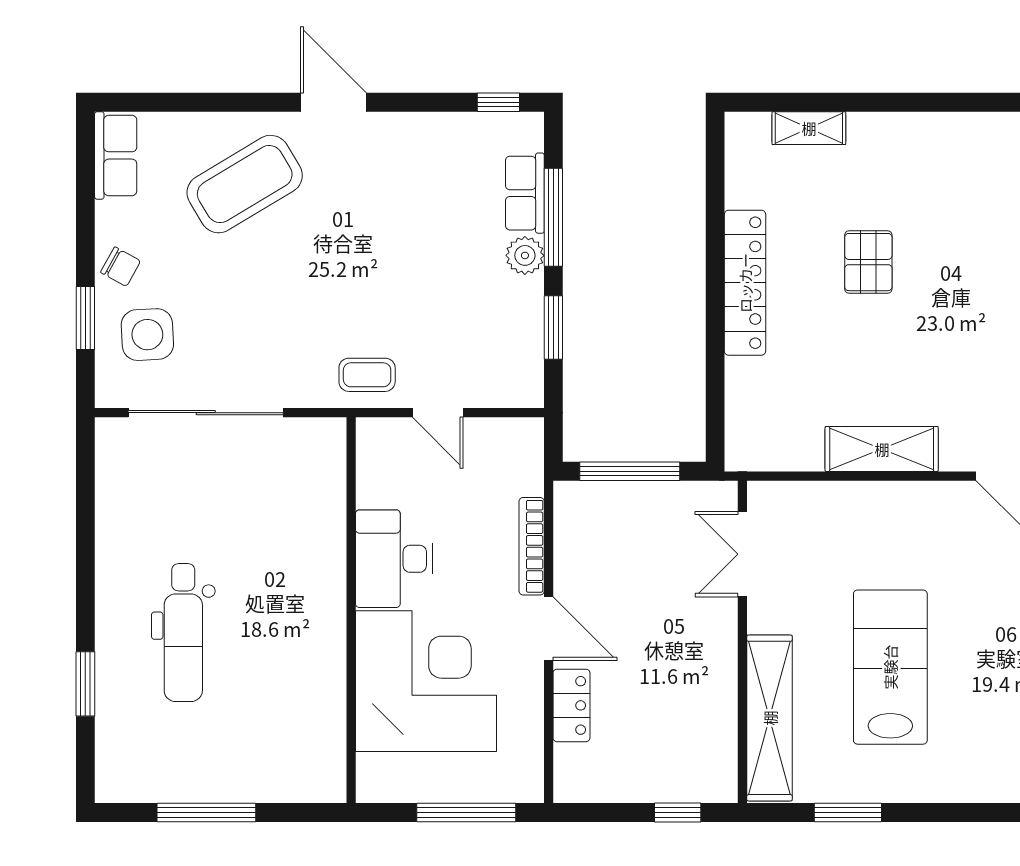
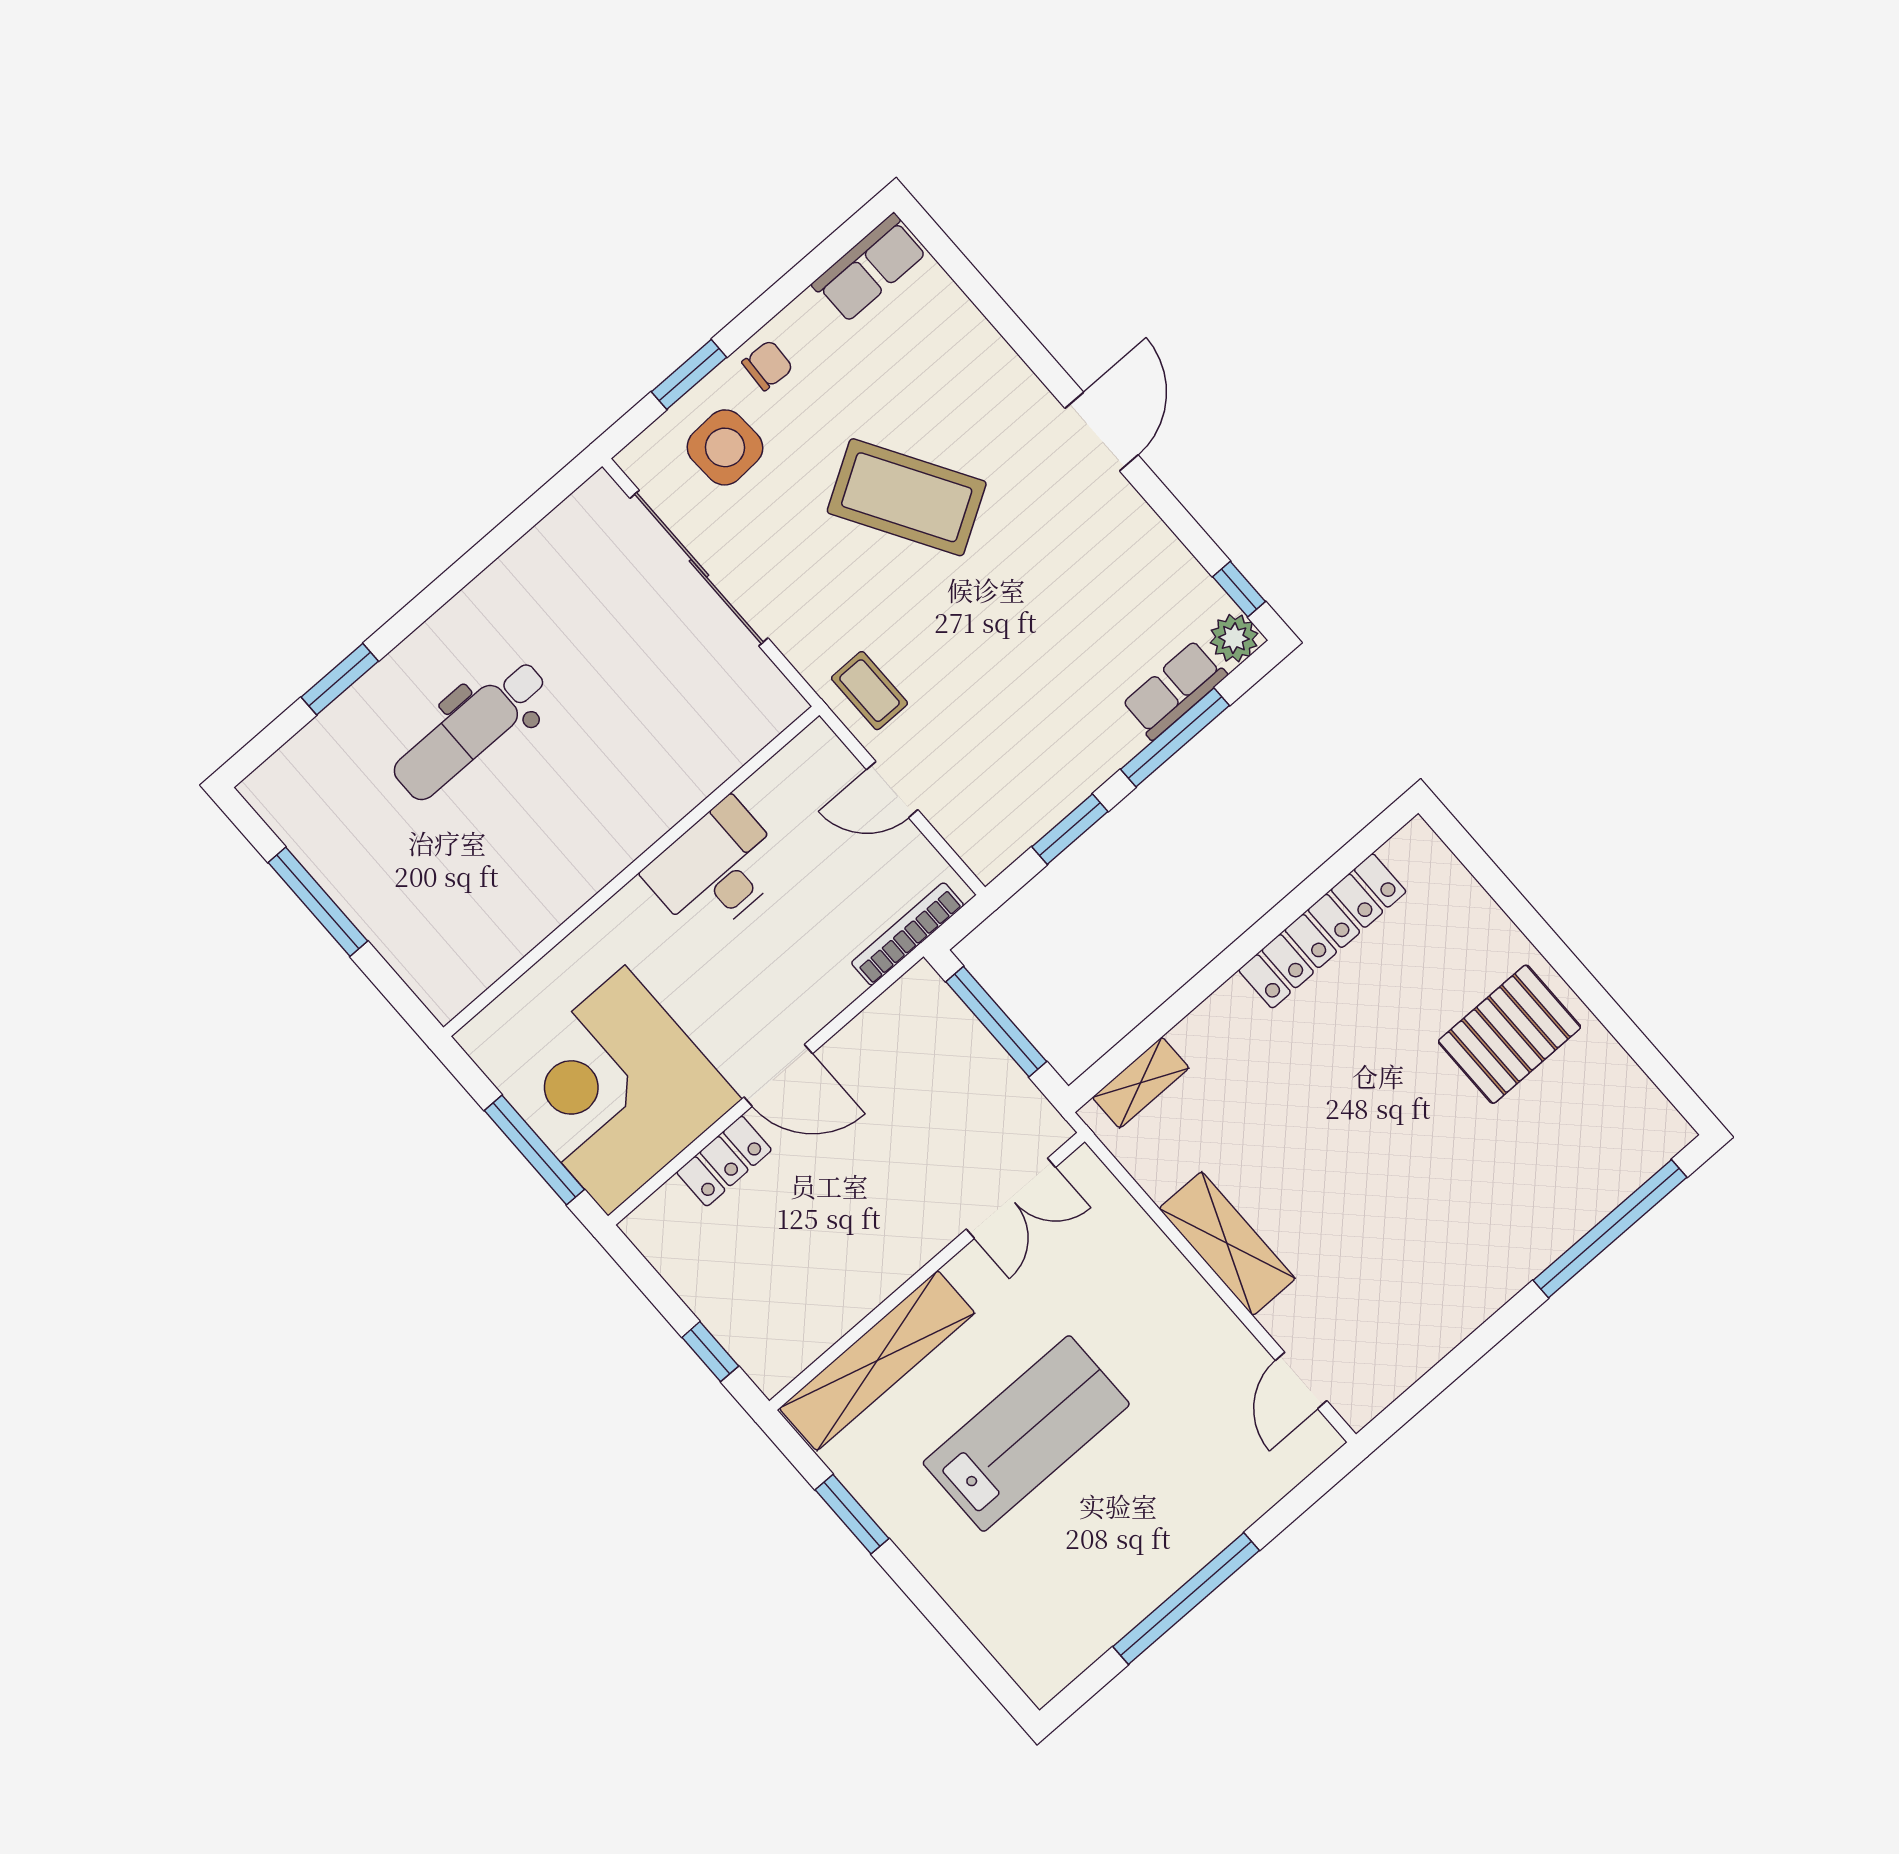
shelving: (809, 128) -> (1141, 1083), moved, turned 90
coffee table: (245, 184) -> (907, 497), moved
plant: (525, 255) -> (1234, 638), moved
pallet: (868, 262) -> (1509, 1034), moved, width x1.50, depth x1.42
chair: (121, 267) -> (767, 365), turned -116
locker: (745, 283) -> (1322, 931), moved
door: (438, 413) -> (892, 790), hinge flipped
bookcase: (532, 546) -> (908, 934), moved
double door: (742, 554) -> (1011, 1198), swing flipped
door: (549, 629) -> (778, 1075), hinge flipped
corner desk: (426, 681) -> (617, 1091), moved, turned 180

